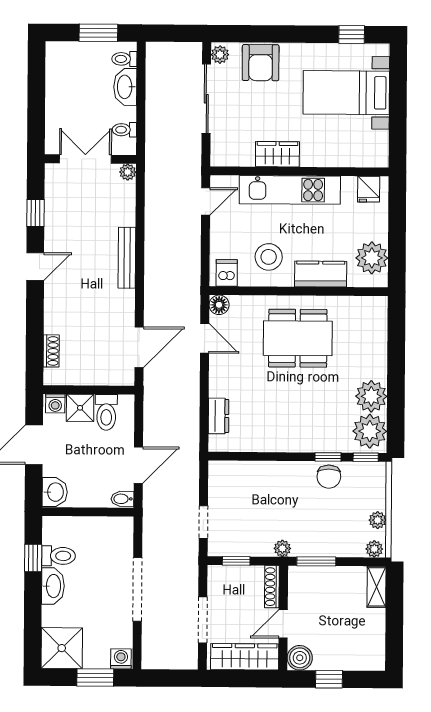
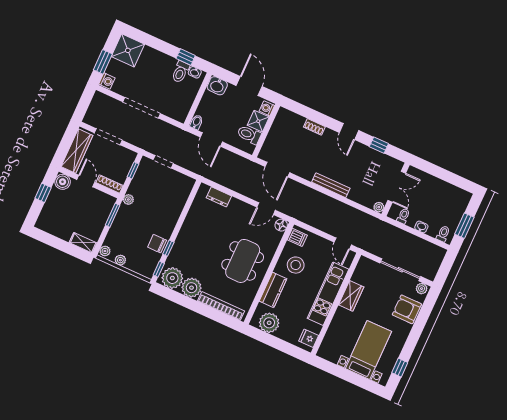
washbasin: (125, 87) -> (421, 227), width x0.52, depth x0.69
bookcase: (379, 340) -> (221, 306), added
shoe rack: (51, 351) -> (314, 127), moved
washbasin: (53, 586) -> (195, 72), moved, width x0.52, depth x0.69

